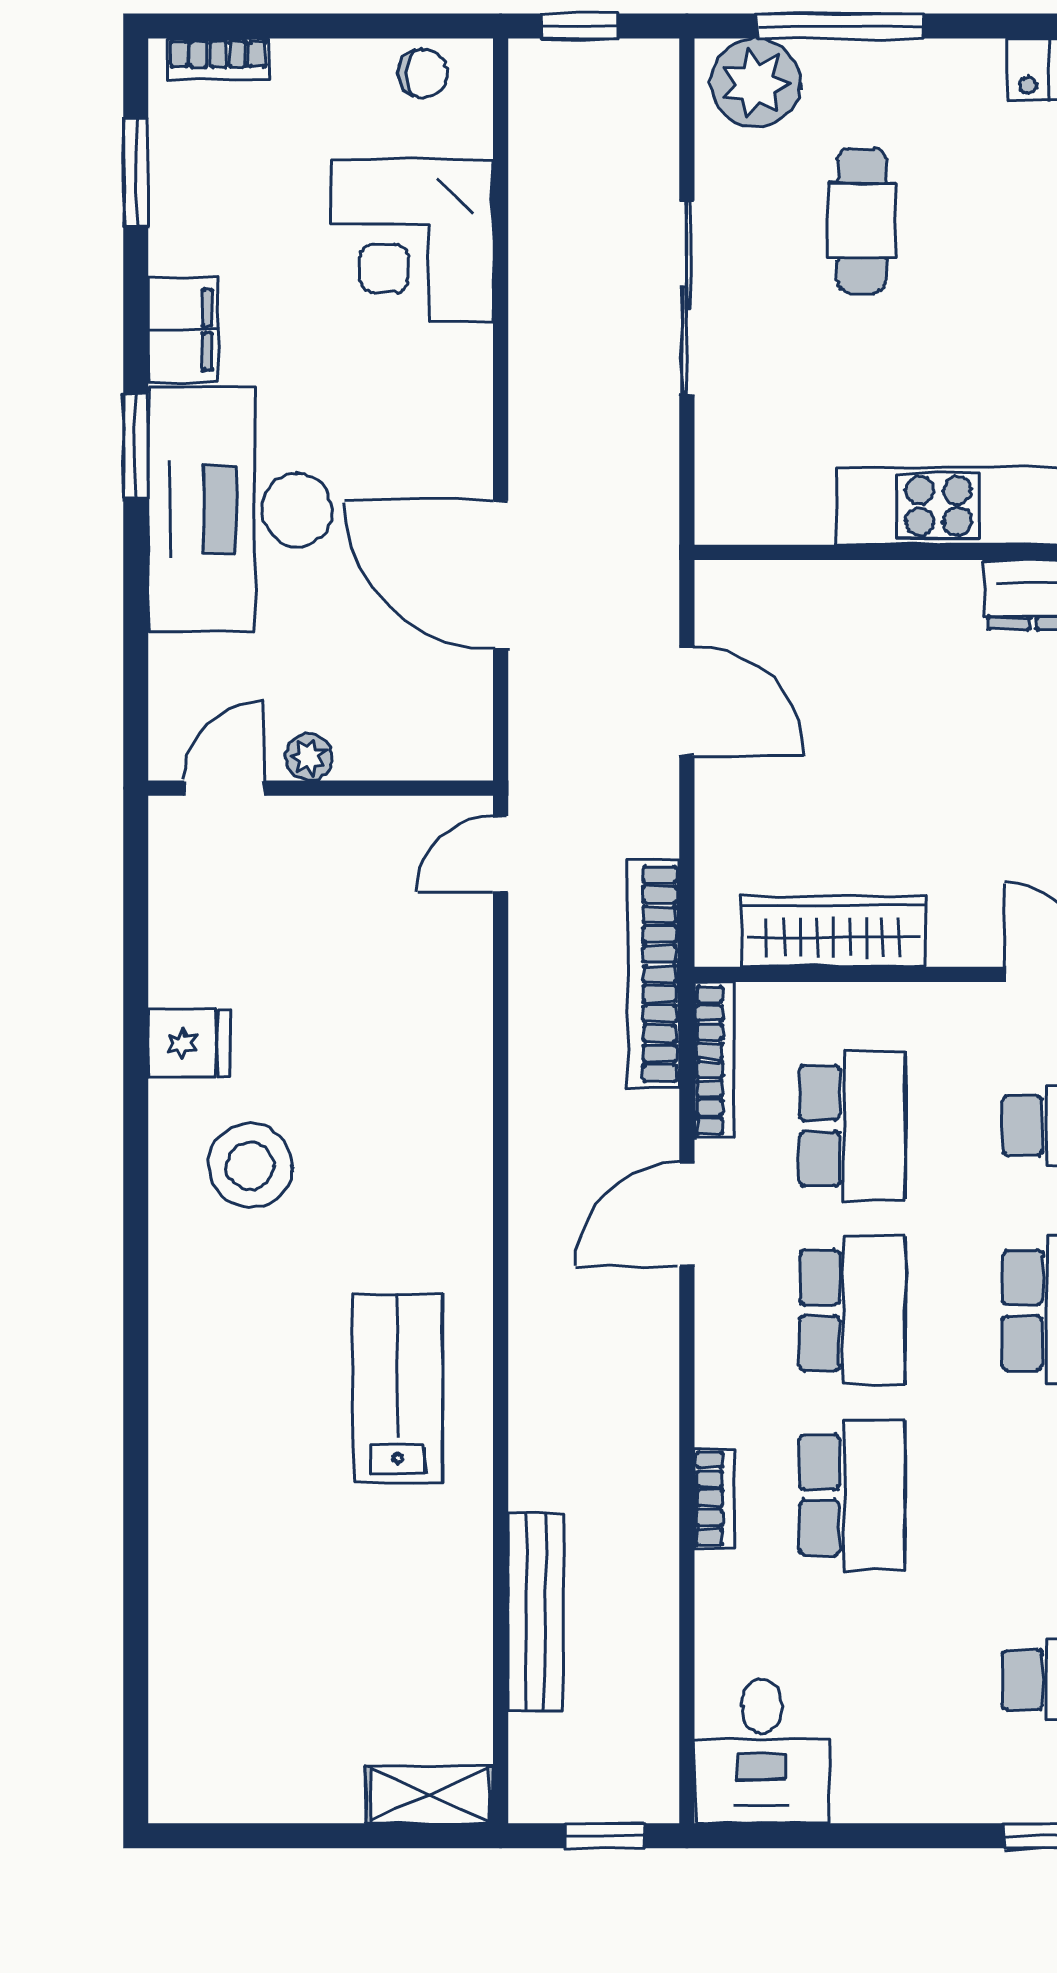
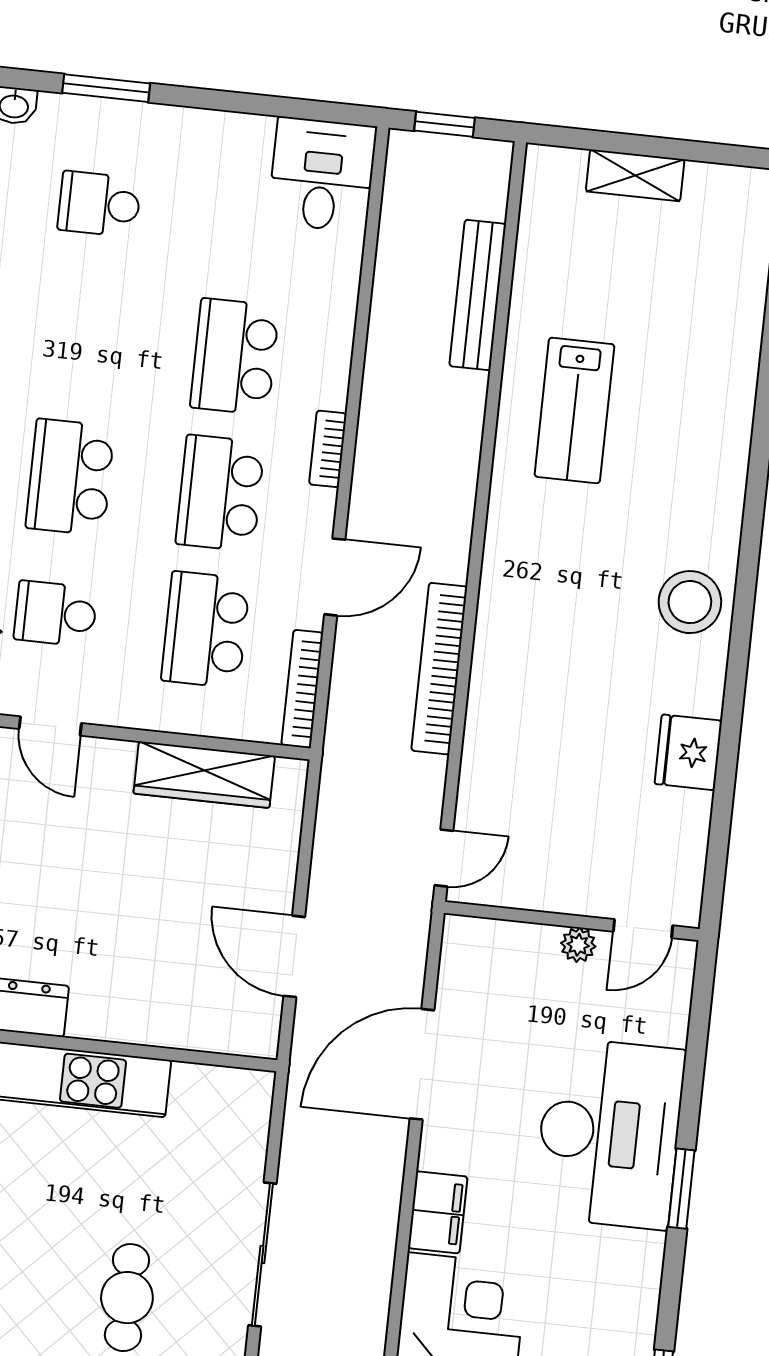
filing cabinet: (183, 330) -> (438, 1212), moved, turned 180
door: (501, 575) -> (422, 1064), swing flipped
bookcase: (654, 974) -> (439, 669), moved, turned 180
fridge: (189, 1044) -> (688, 752), width x1.38
stool: (250, 1166) -> (690, 602), moved
lab bench: (398, 1388) -> (574, 410), moved
bookcase: (714, 1498) -> (328, 449), moved
shelving: (429, 1795) -> (635, 175), moved

